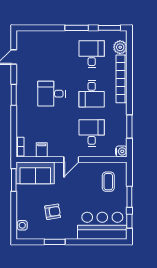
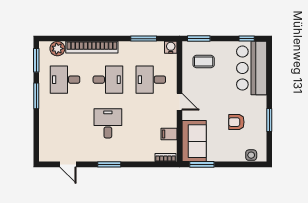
desk: (51, 94) -> (108, 123), turned 180
window: (129, 197) -> (199, 39), moved
armchair: (53, 212) -> (236, 122), turned -81

